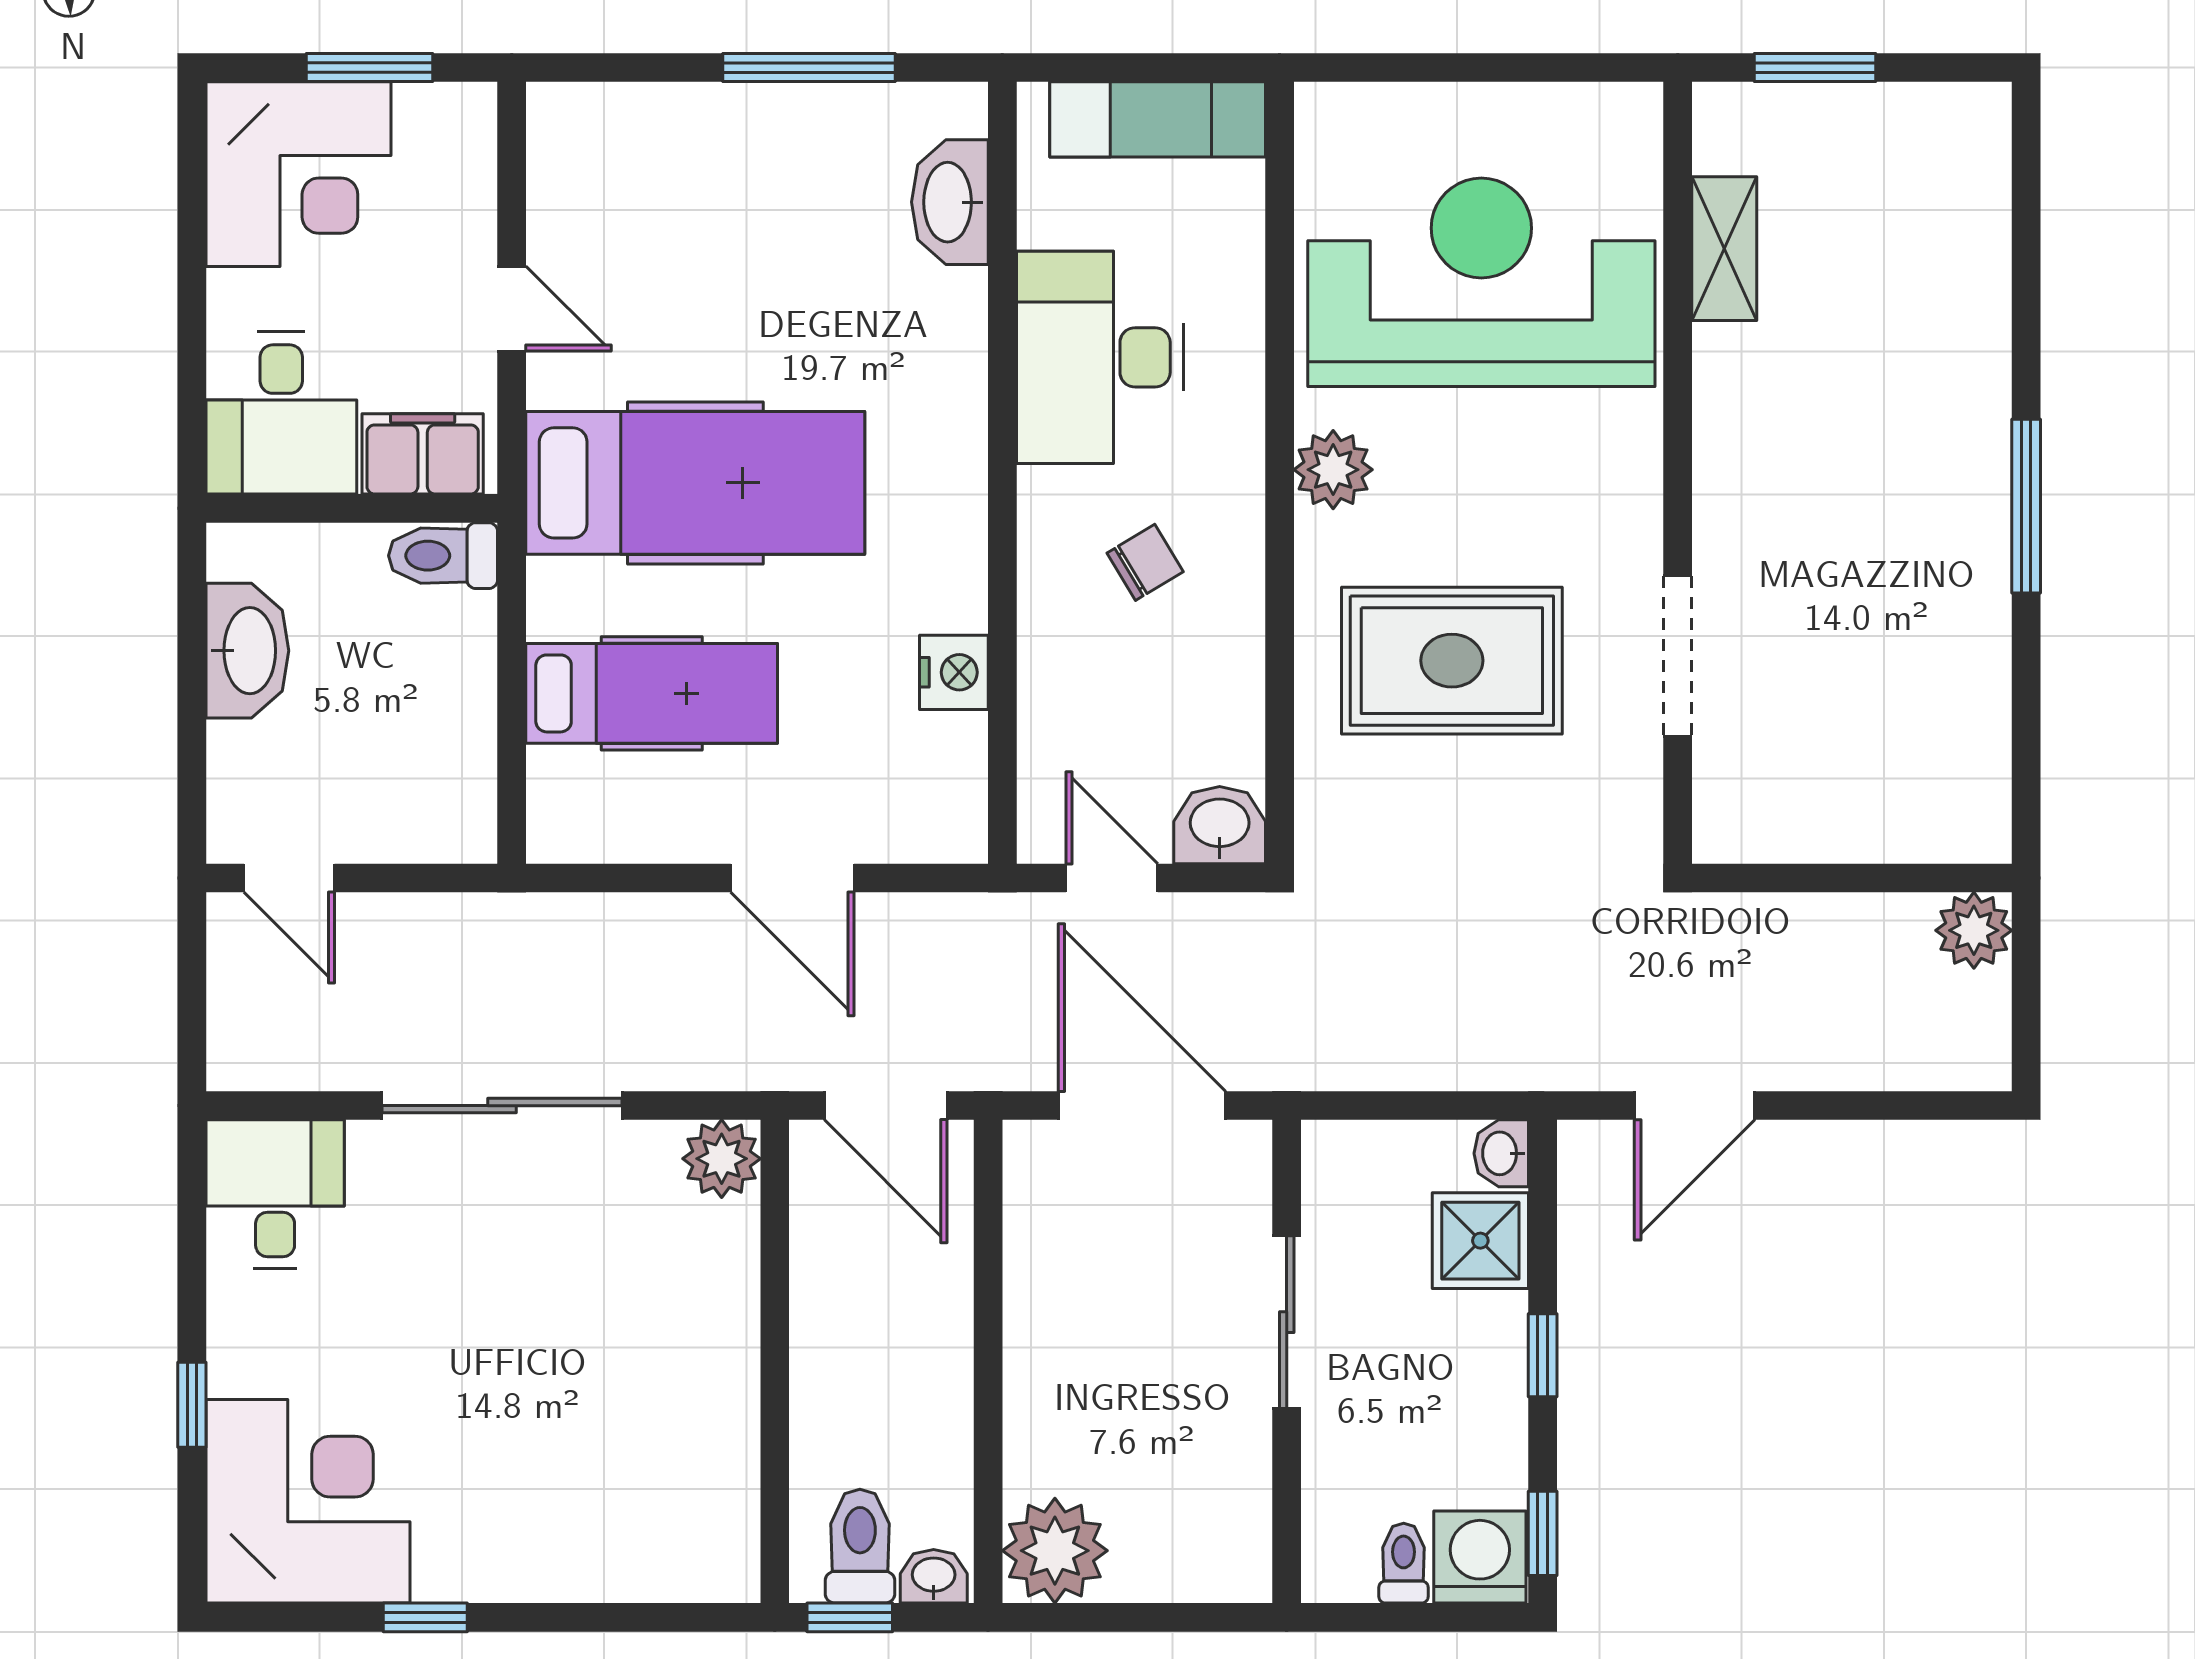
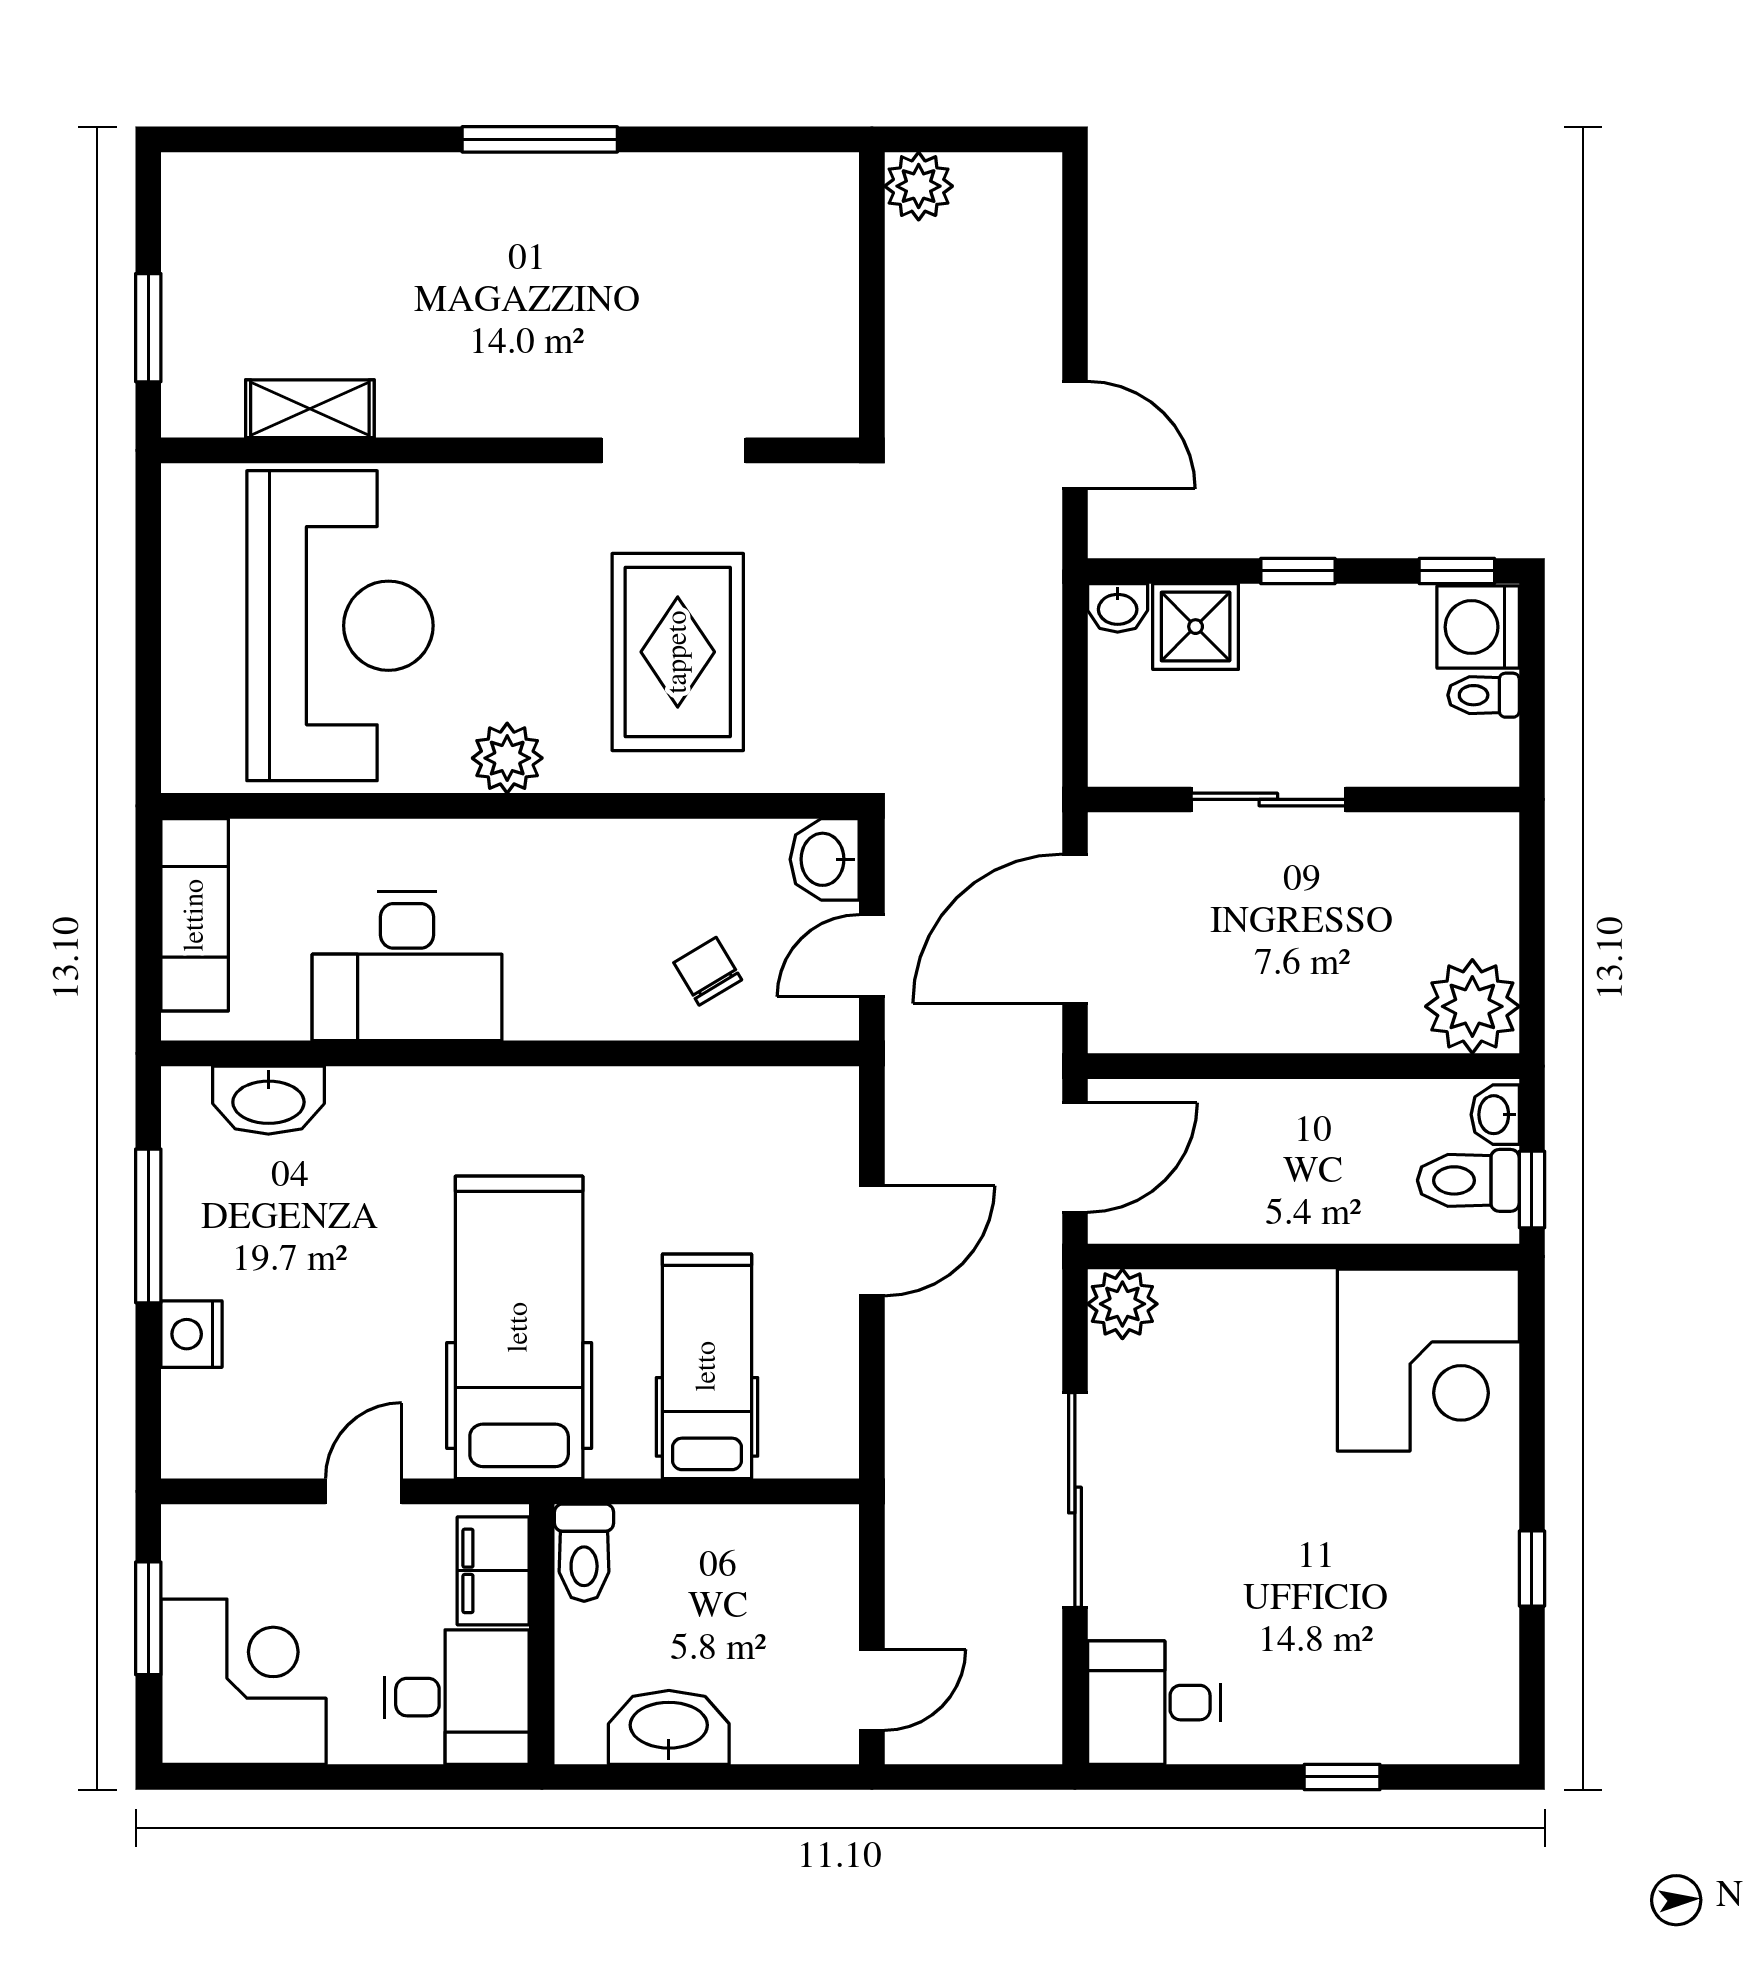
reception desk: (1481, 282) -> (340, 626), turned 180
chair: (1145, 562) -> (708, 971), moved
nightstand: (954, 672) -> (192, 1334), moved, turned -90
corner desk: (308, 1501) -> (1428, 1360), moved, turned 180

